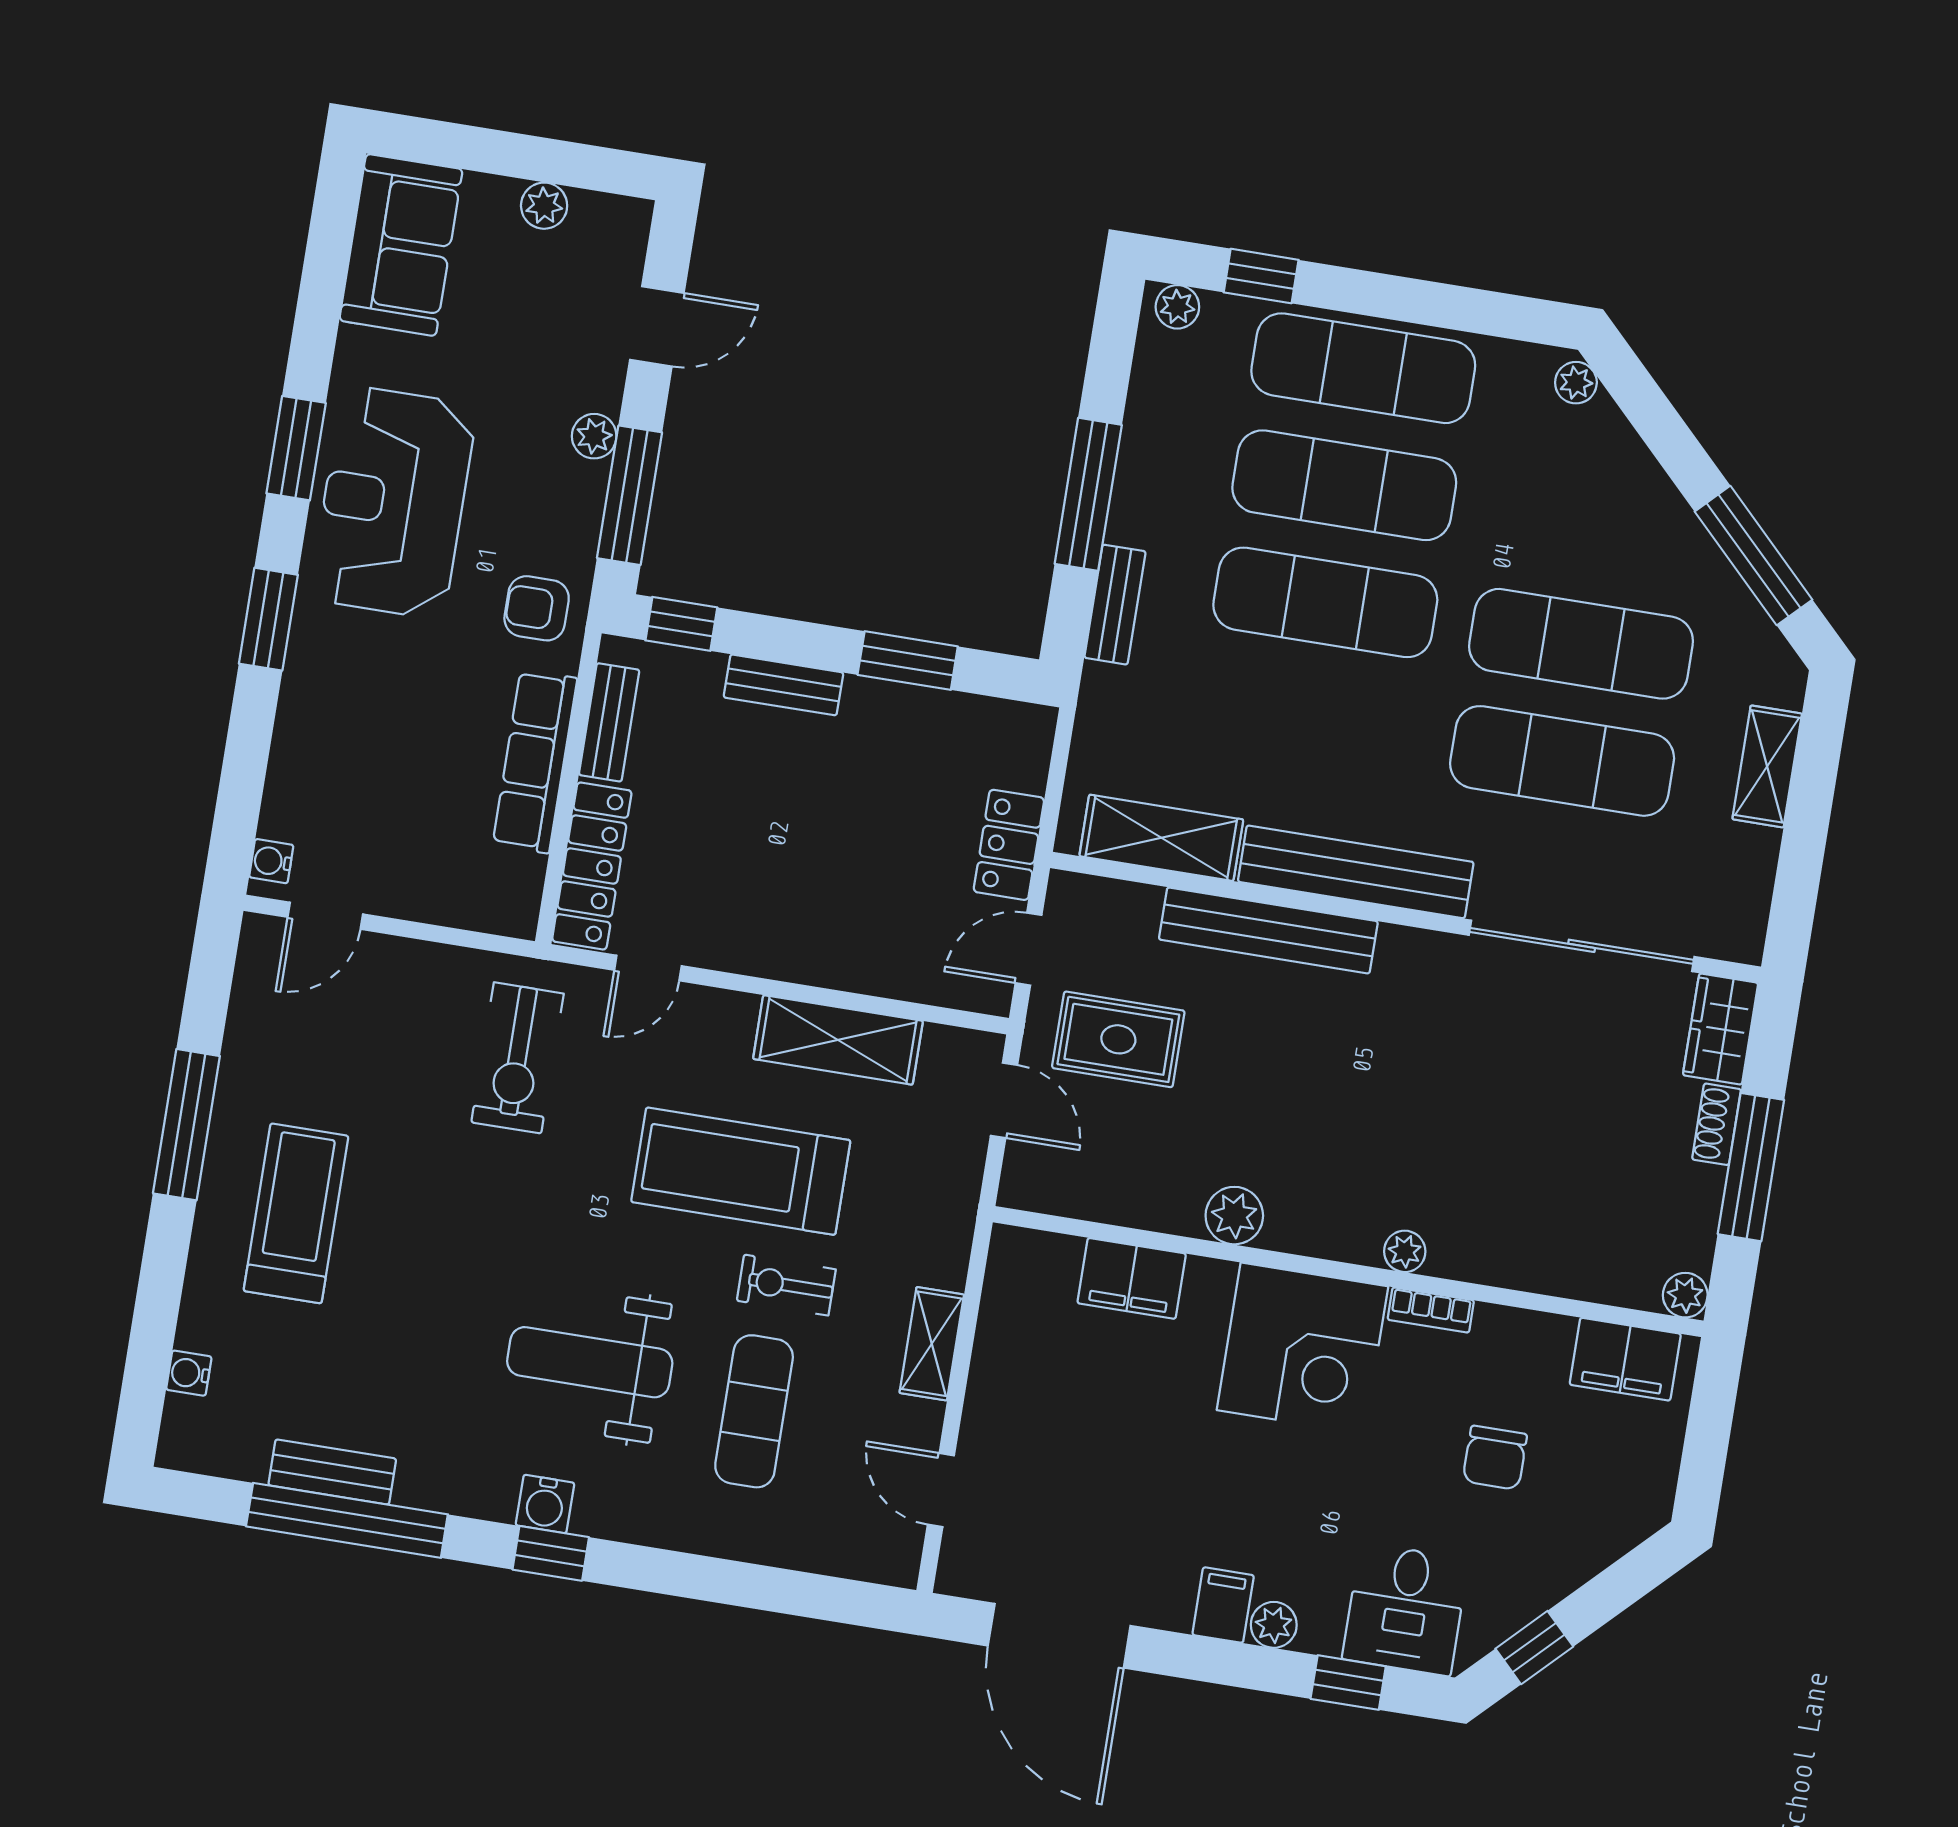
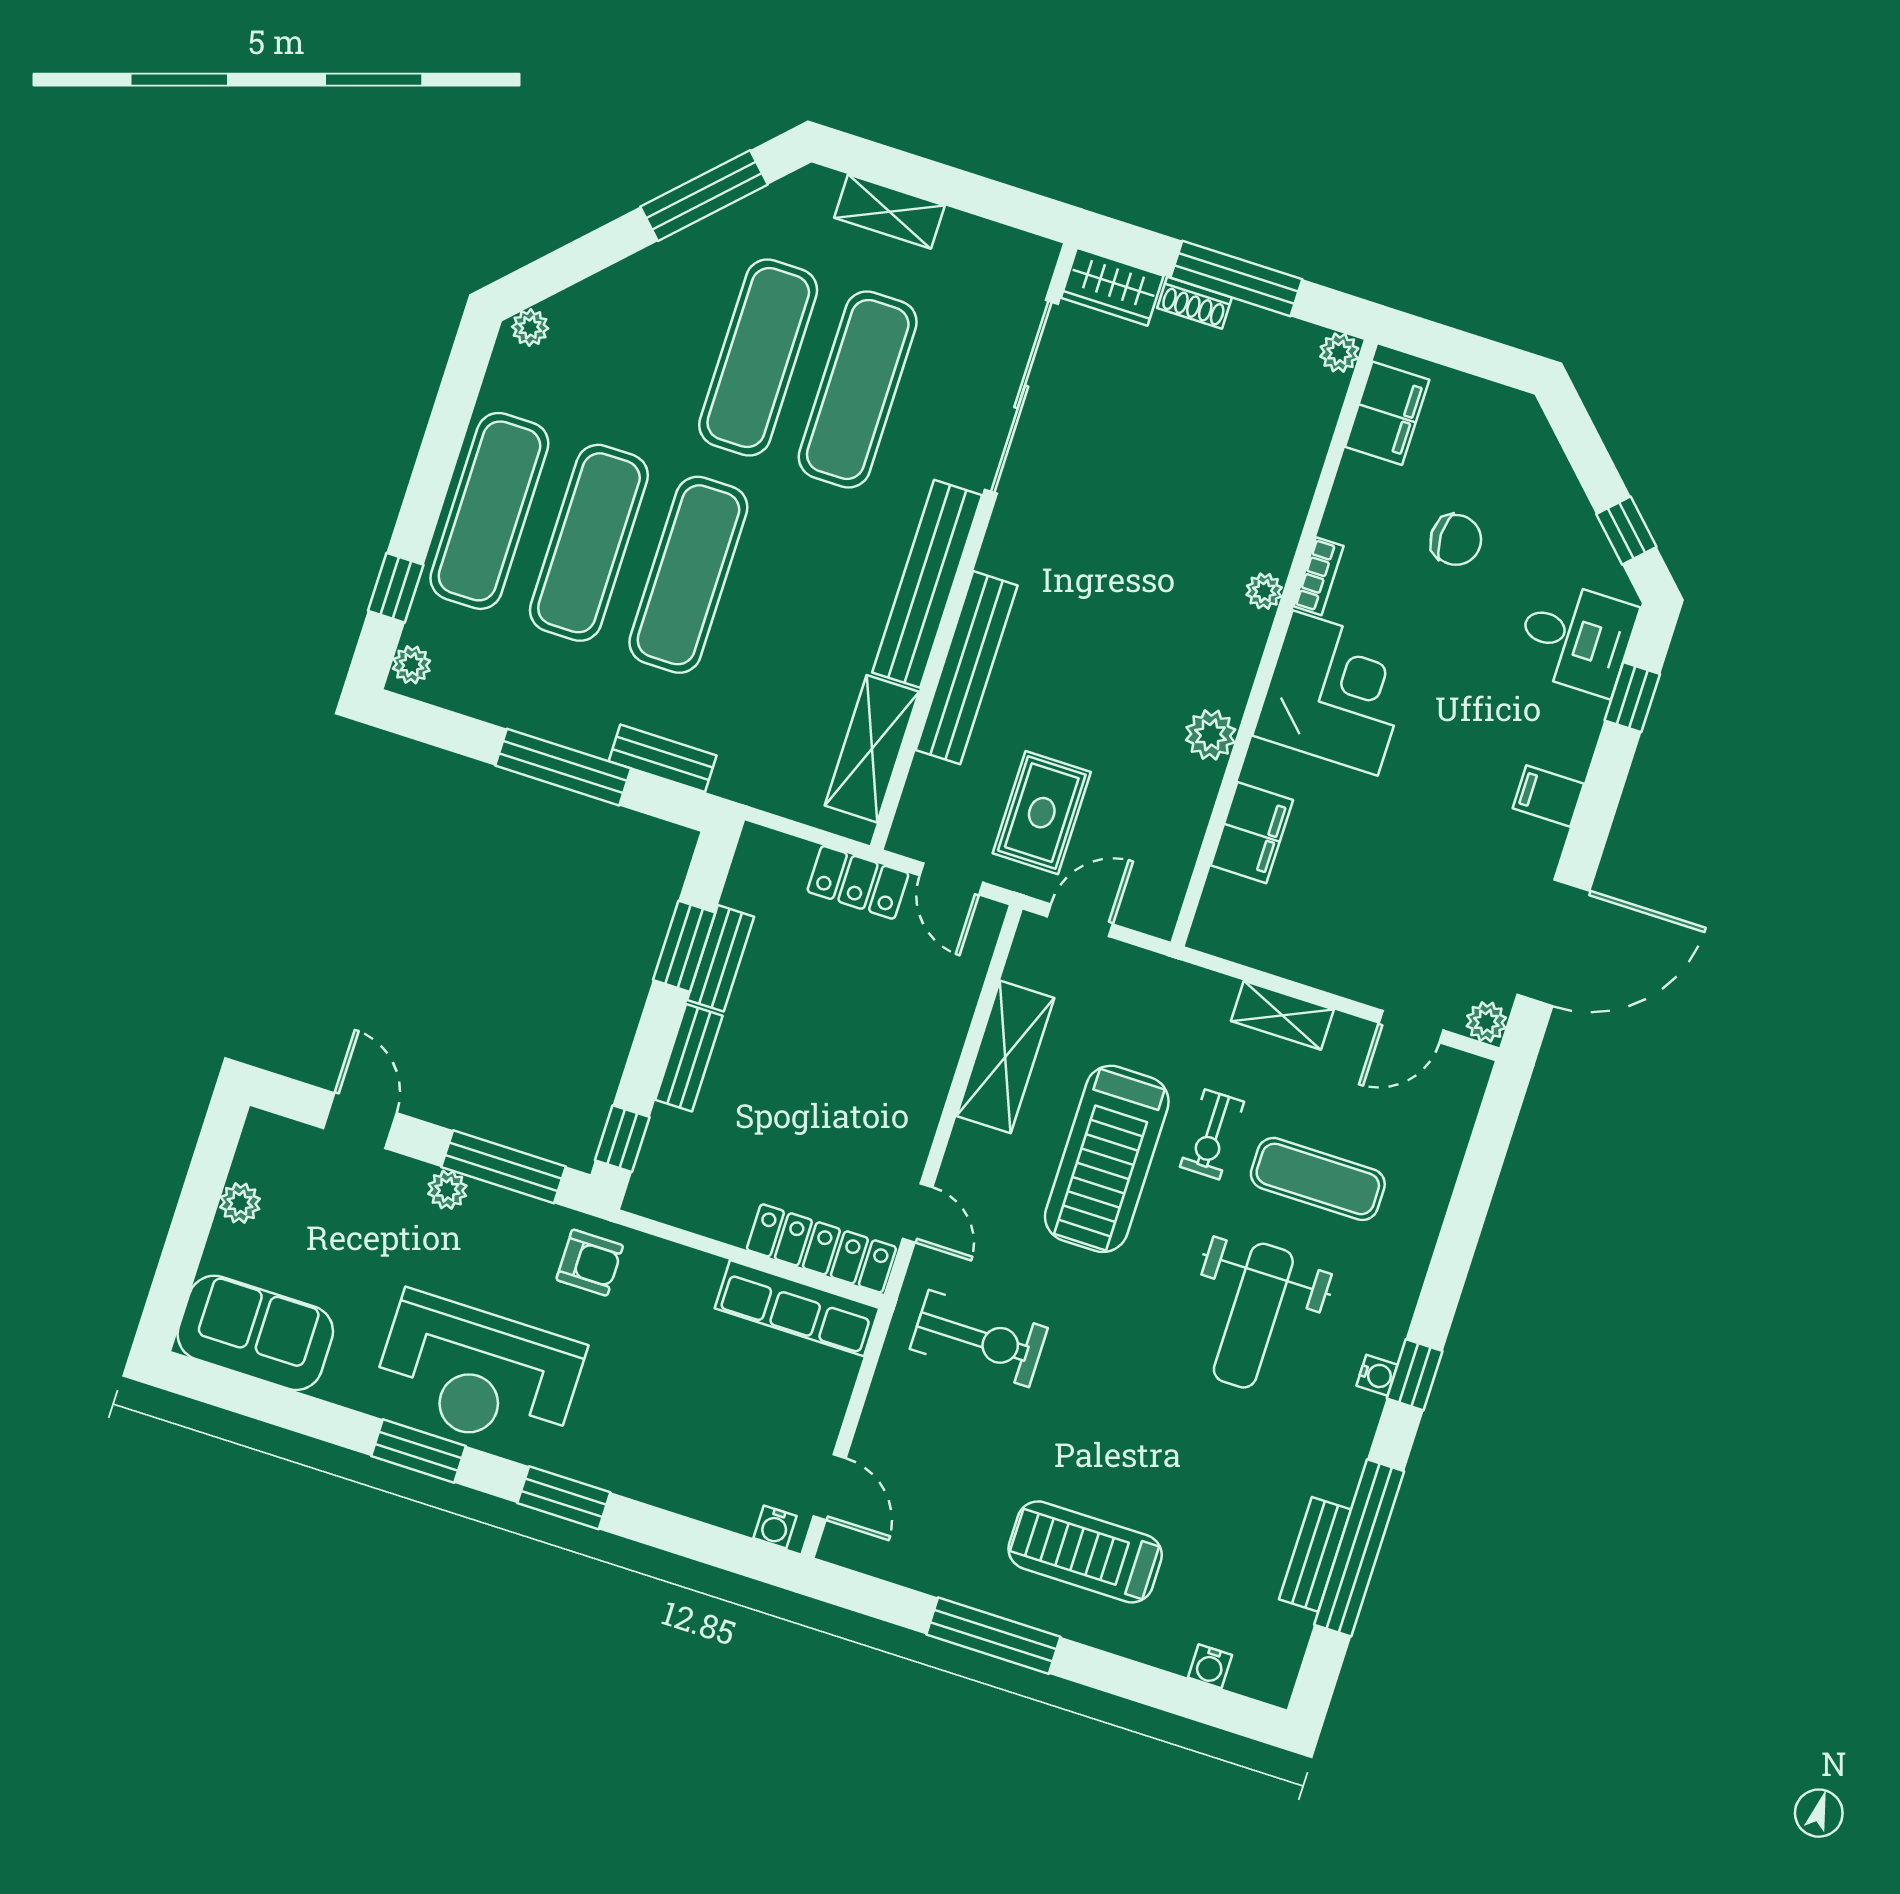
armchair: (537, 608) -> (590, 1263), turned -90
bench: (609, 722) -> (721, 958), moved, turned 90
row of seats: (535, 761) -> (797, 1308), moved
water cooler: (545, 1504) -> (1377, 1375), width x0.72, depth x0.72
plant: (1274, 1625) -> (1486, 1022), moved

